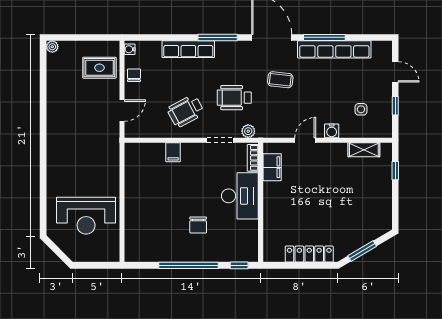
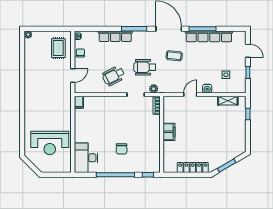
rug: (99, 68) -> (58, 48), turned 90
filing cabinet: (173, 152) -> (79, 102), moved
filing cabinet: (272, 167) -> (169, 132), moved
desk: (240, 196) -> (86, 158), moved, turned 180

